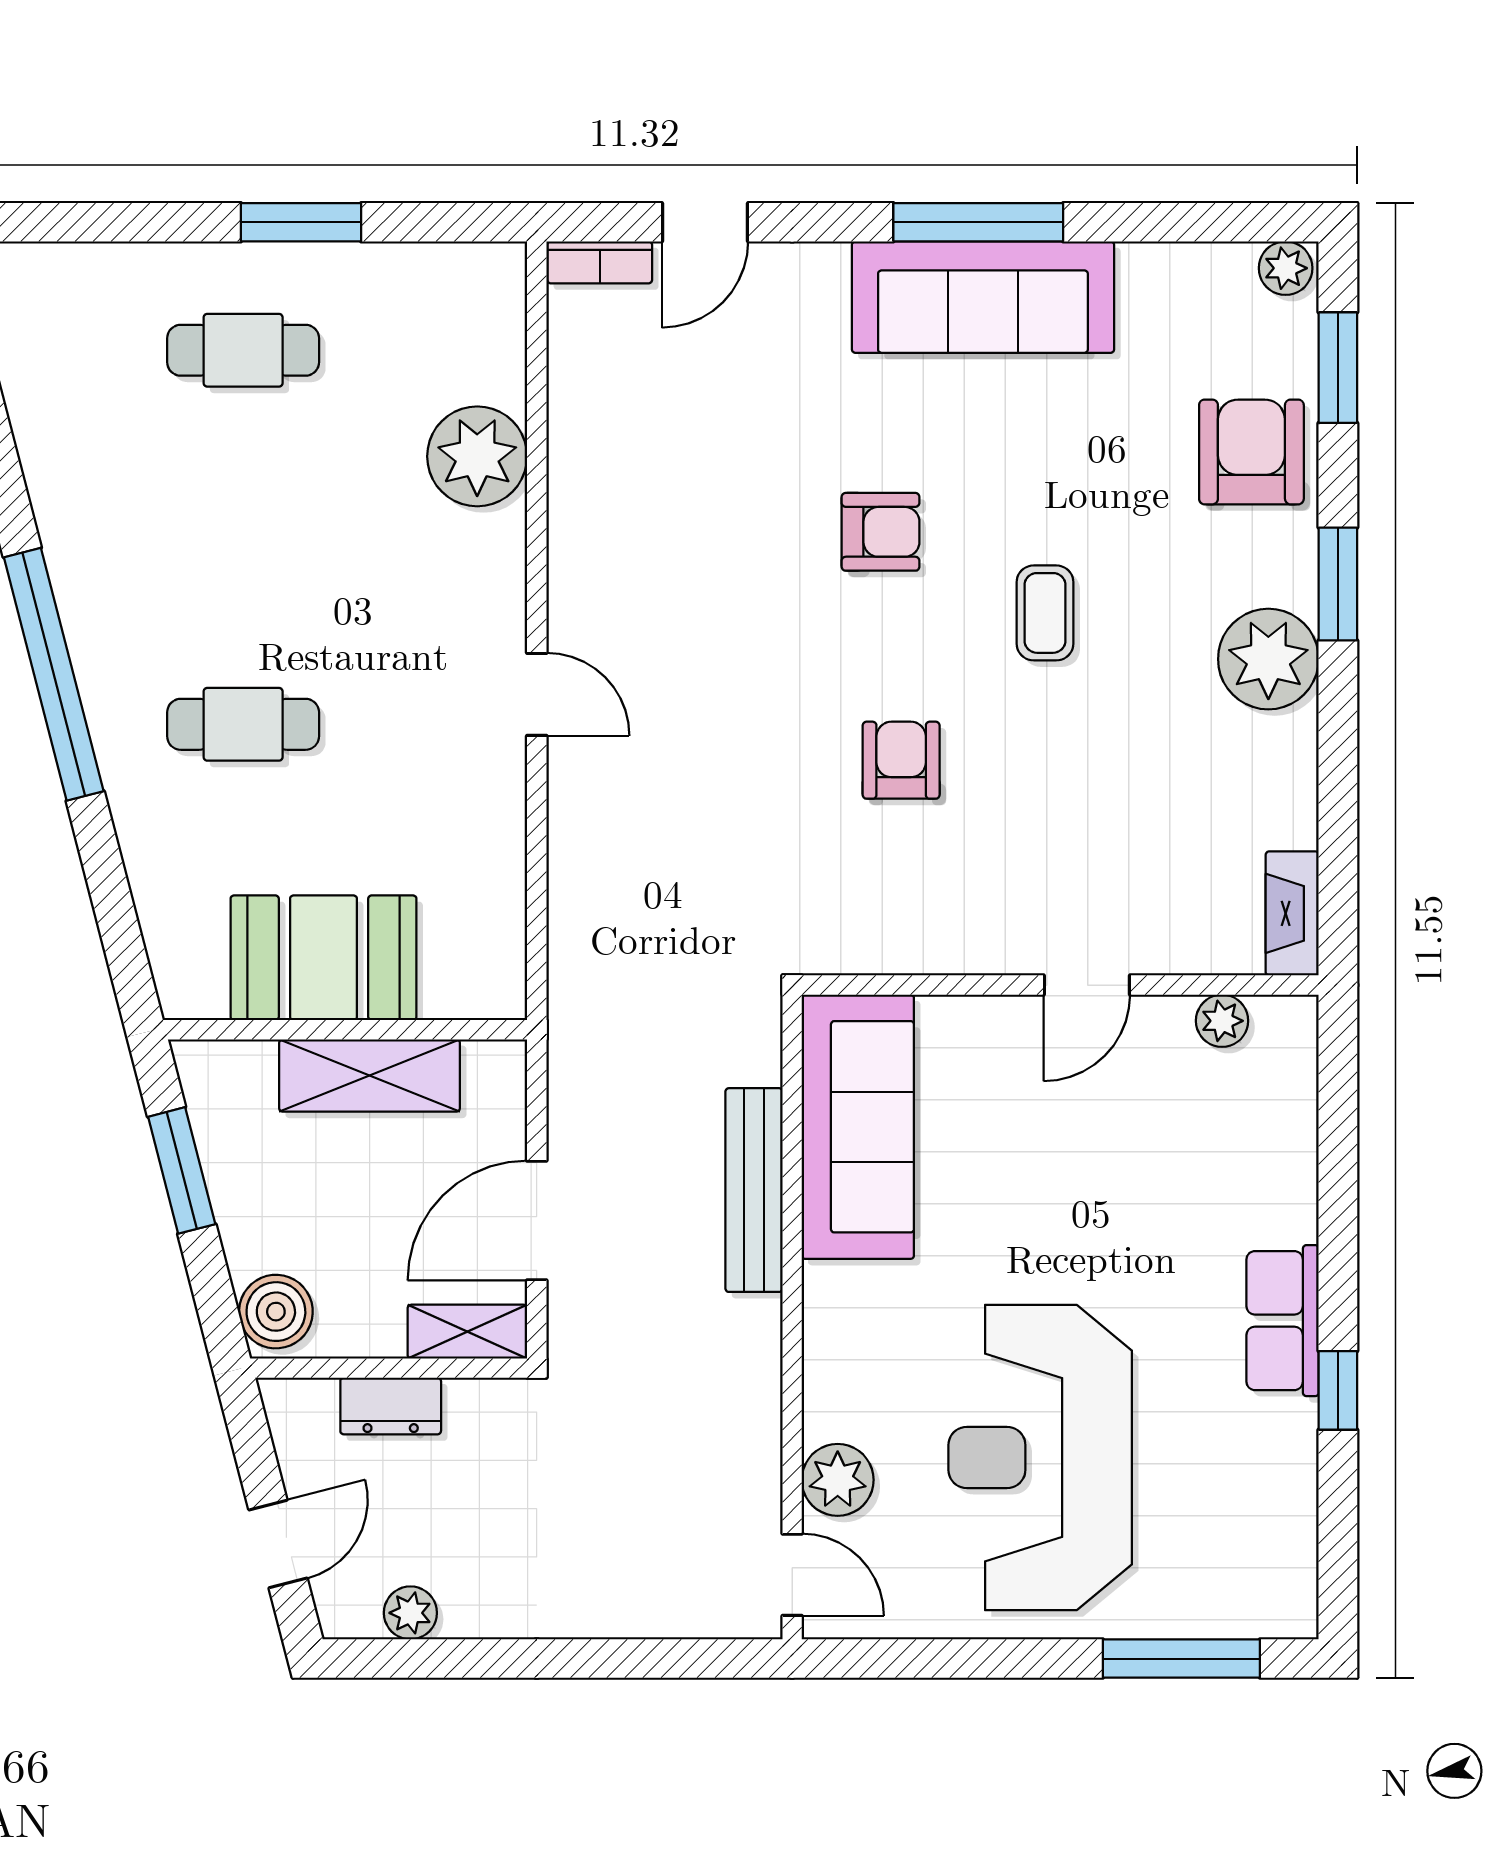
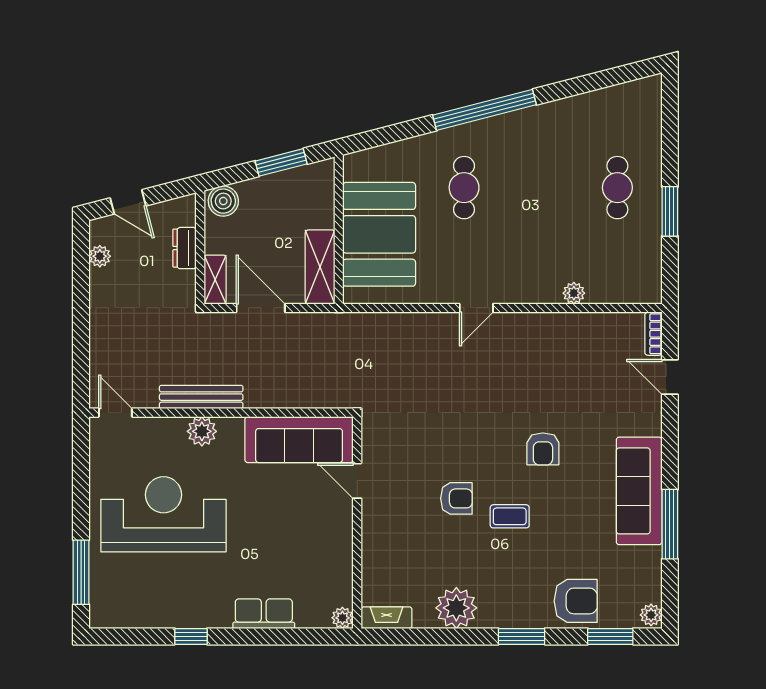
window: (978, 222) -> (670, 524), moved
plant: (477, 456) -> (574, 293), width x0.53, depth x0.53
plant: (1268, 659) -> (456, 608), moved
armchair: (901, 760) -> (456, 498), moved
booth: (323, 958) -> (379, 234), width x1.36, depth x1.42
door: (1087, 985) -> (357, 481), moved
plant: (1222, 1021) -> (342, 618), moved
shelving: (370, 1075) -> (320, 267), moved
bench: (754, 1190) -> (201, 397), moved
row of seats: (1283, 1321) -> (264, 614), moved
plant: (838, 1480) -> (202, 431), moved
door: (792, 1575) -> (115, 413), swing flipped

